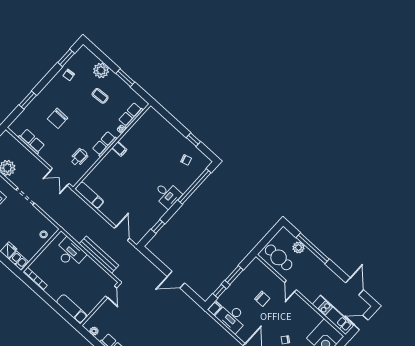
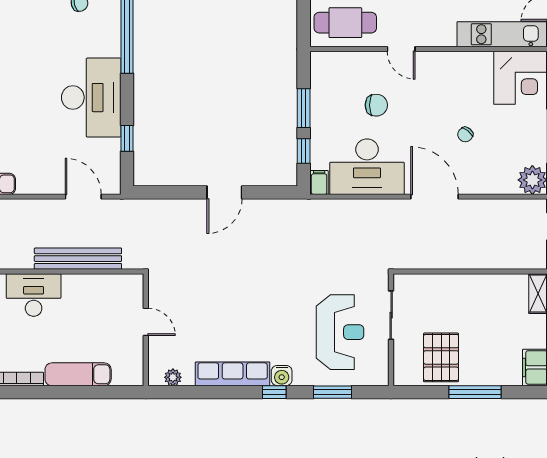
desk: (167, 195) -> (91, 98), width x1.87, depth x1.30
door: (111, 292) -> (146, 322), moved
exam couch: (72, 309) -> (78, 374), moved
desk: (232, 317) -> (367, 167), width x1.36, depth x1.30

